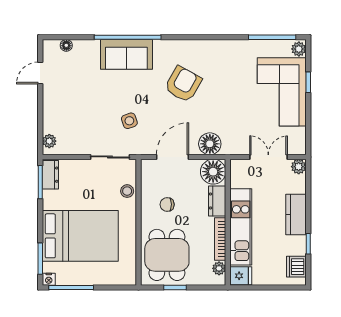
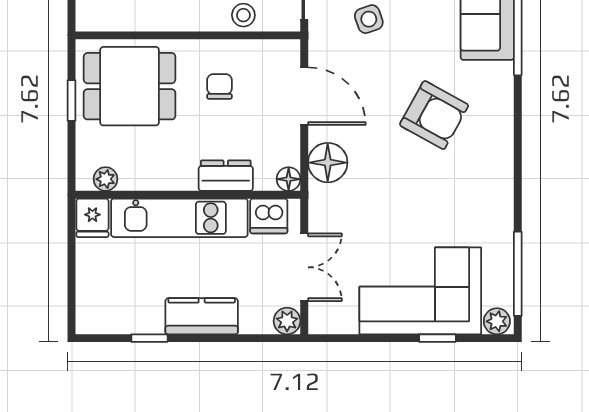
floor lamp: (213, 172) -> (289, 179), width x0.53, depth x0.53
bookcase: (220, 239) -> (158, 181), removed
dishwasher: (296, 267) -> (269, 216), moved, turned 180

